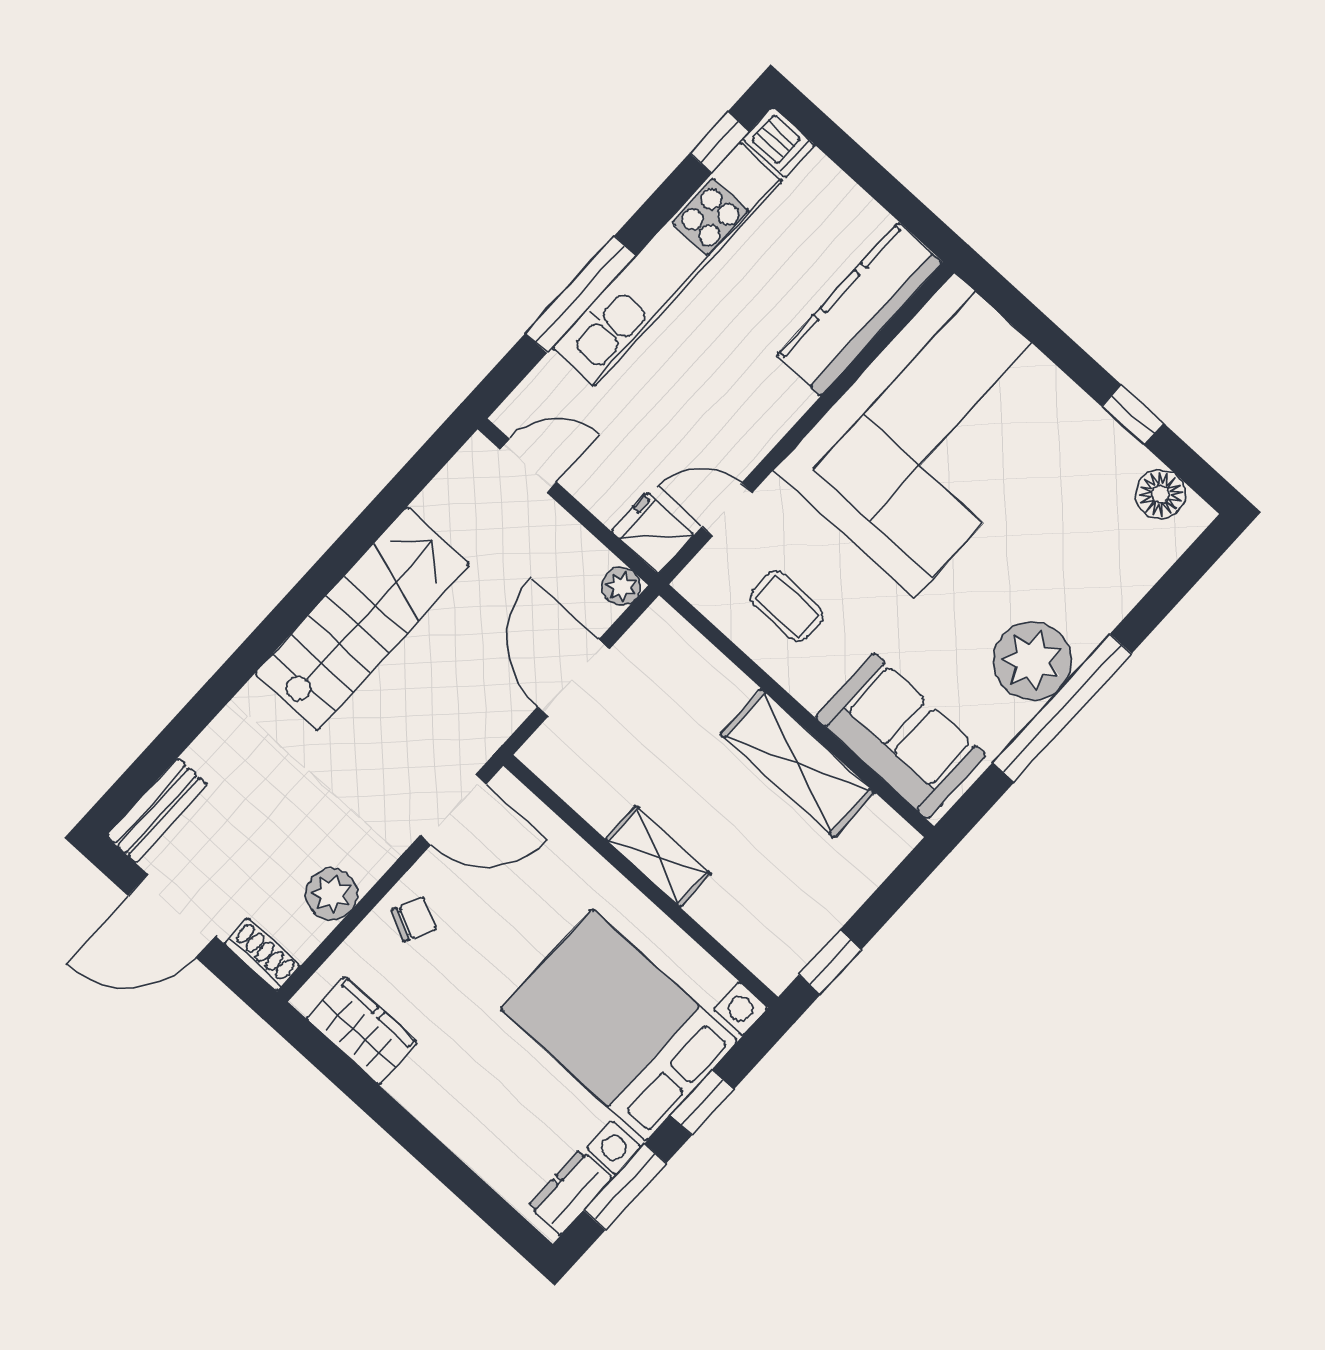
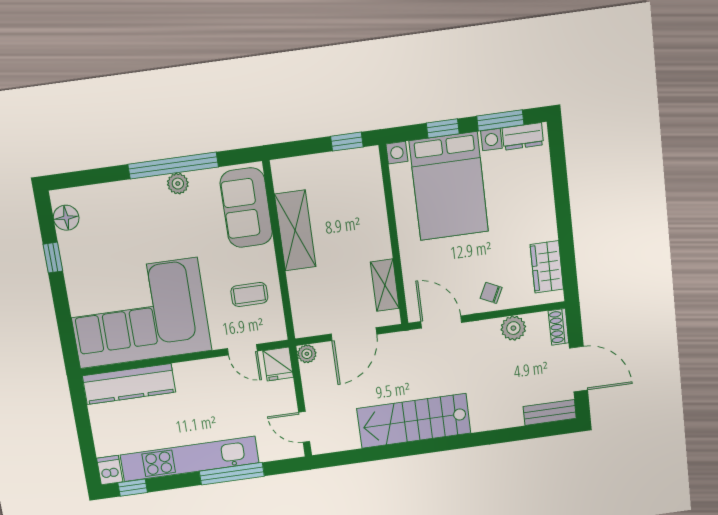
coffee table: (787, 606) -> (249, 294), turned 90
plant: (1032, 661) -> (178, 184), width x0.53, depth x0.53
shelving: (658, 856) -> (385, 285), moved

